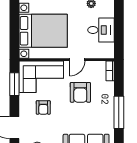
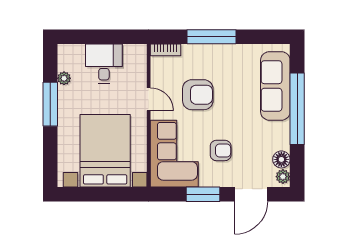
window: (14, 84) -> (203, 194), moved
window: (119, 112) -> (211, 37), moved

